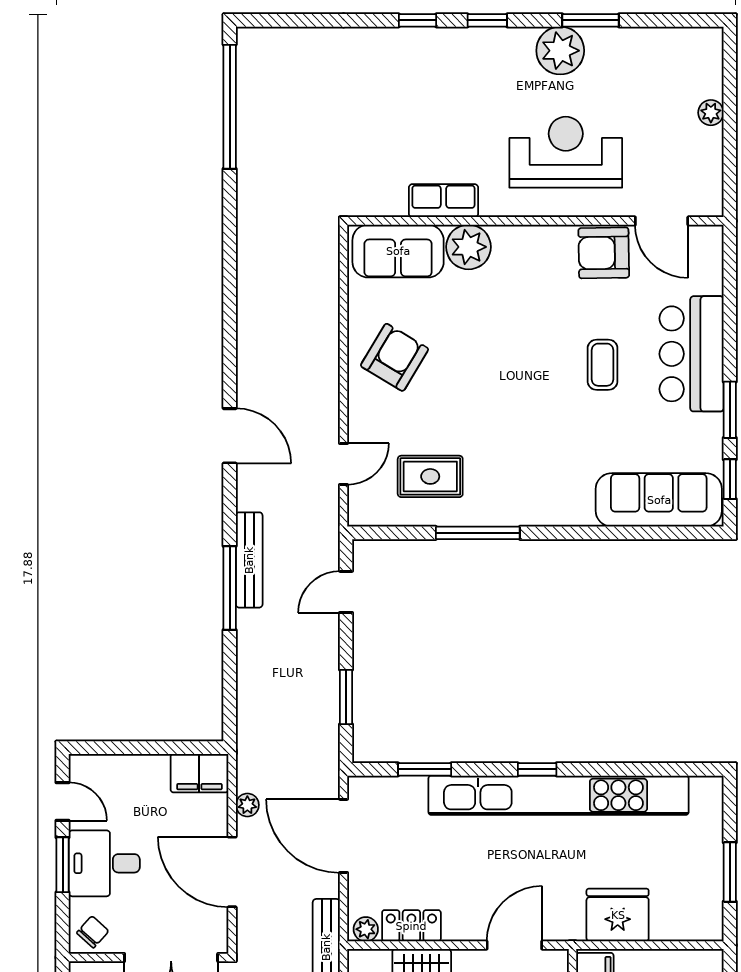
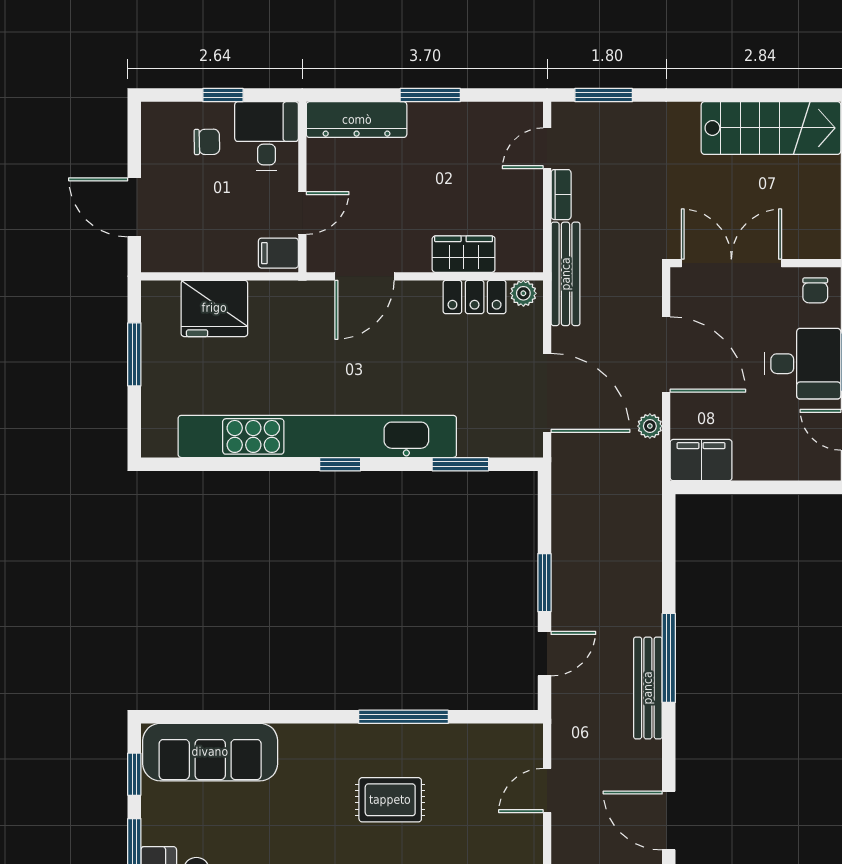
rug: (430, 476) -> (390, 800), moved
window: (346, 697) -> (544, 583), moved
fridge: (618, 915) -> (214, 308), moved
chair: (93, 932) -> (815, 290), turned -42

